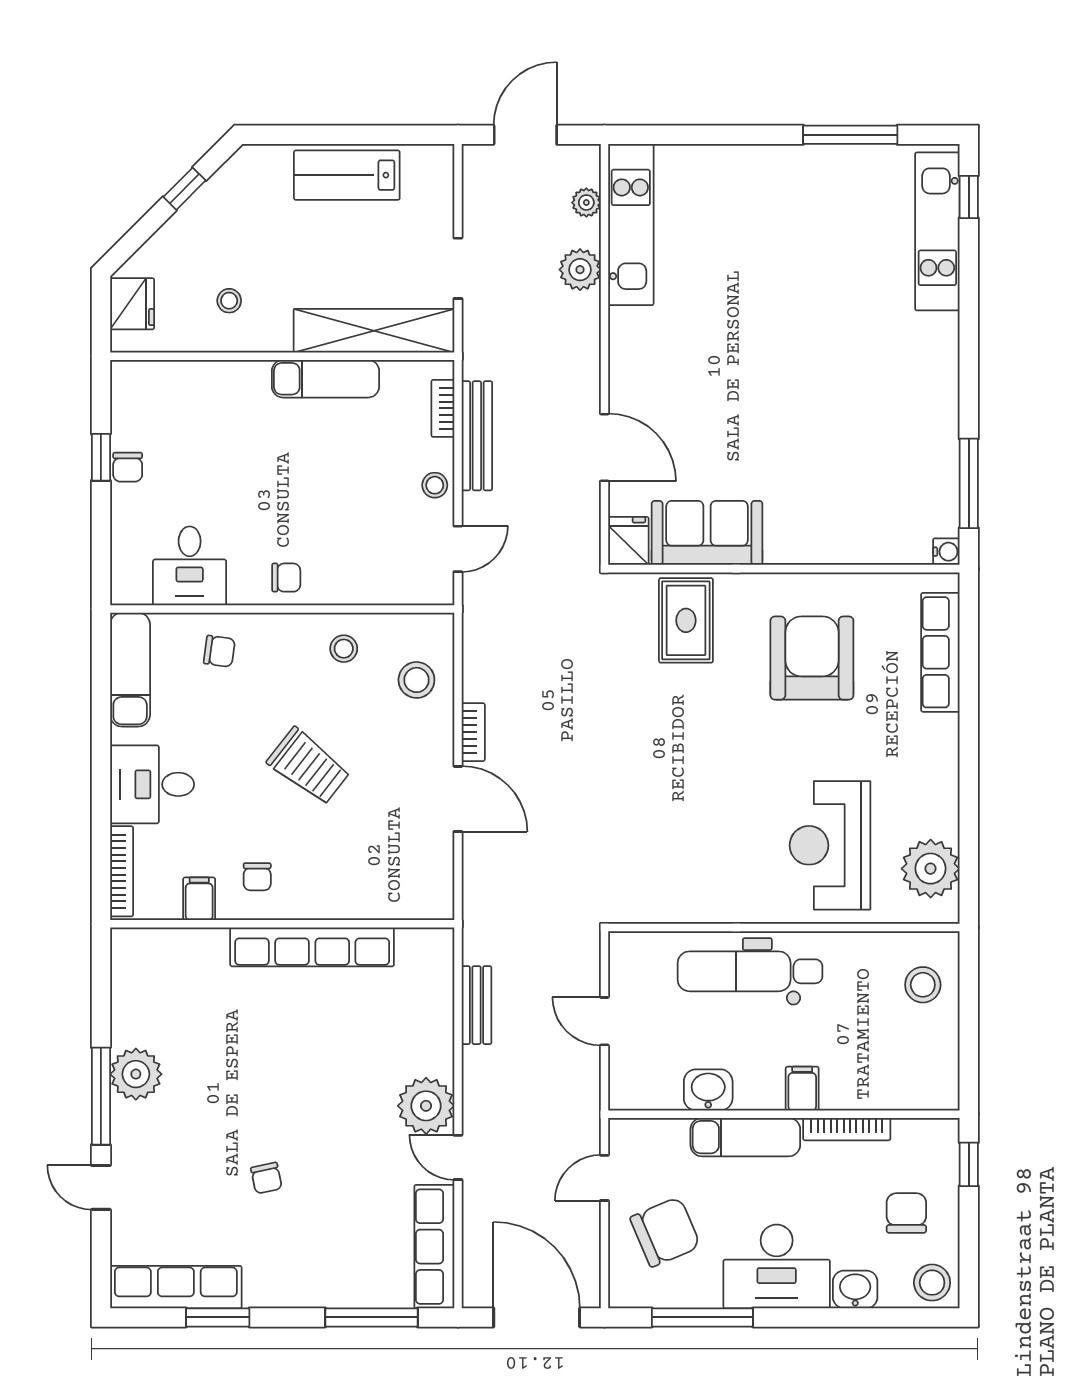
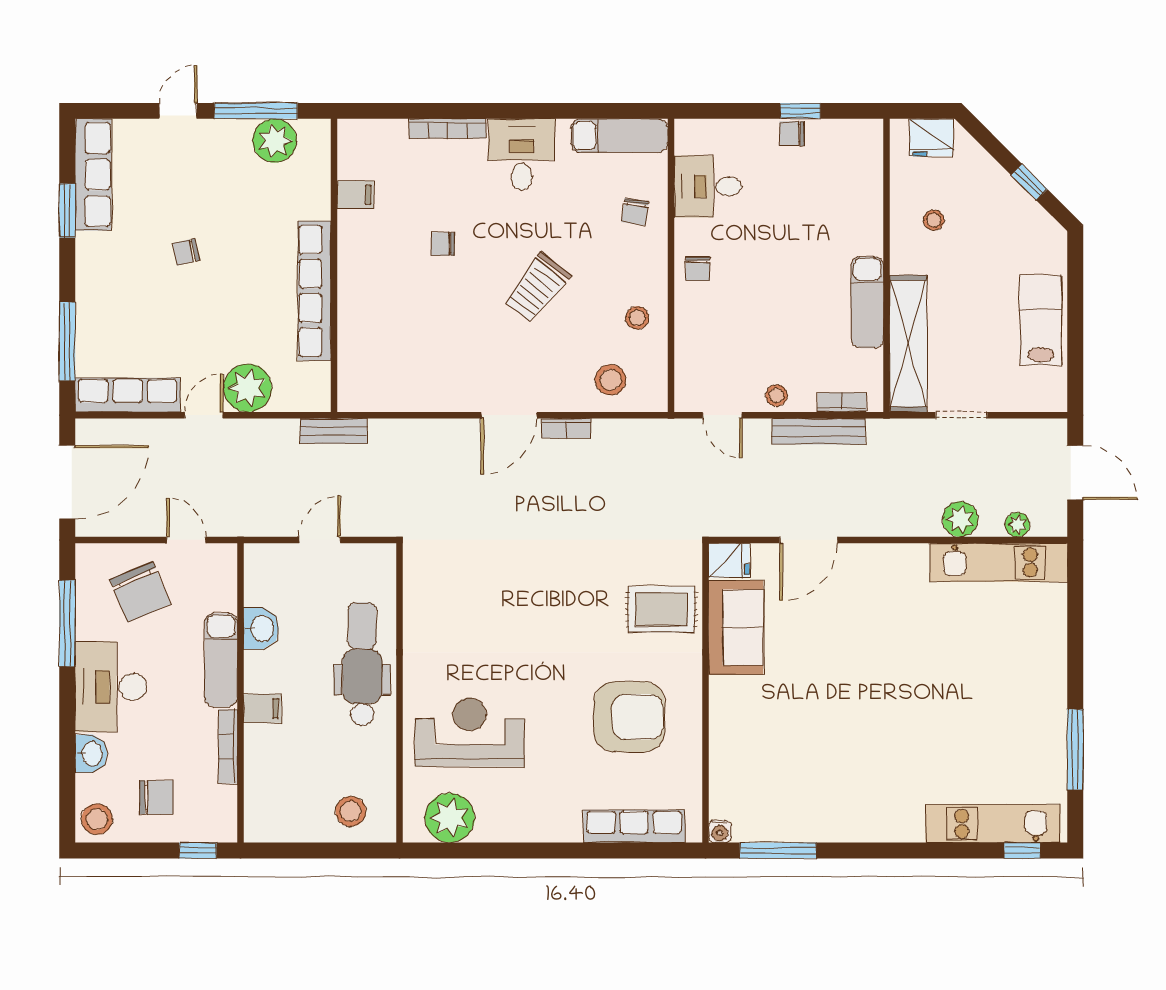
filing cabinet: (199, 899) -> (355, 195), moved
wall: (282, 924) -> (334, 265), moved
row of seats: (312, 947) -> (314, 291), moved

